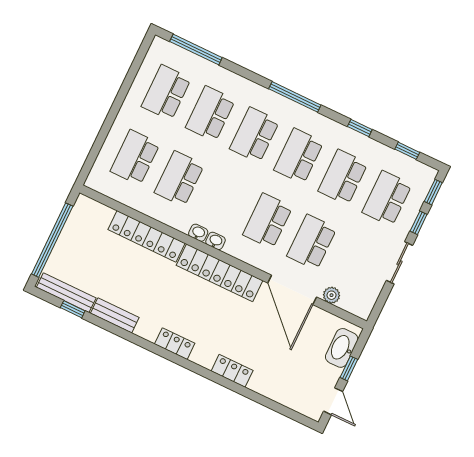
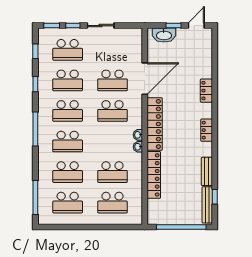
plant: (332, 295) -> (137, 55), removed

